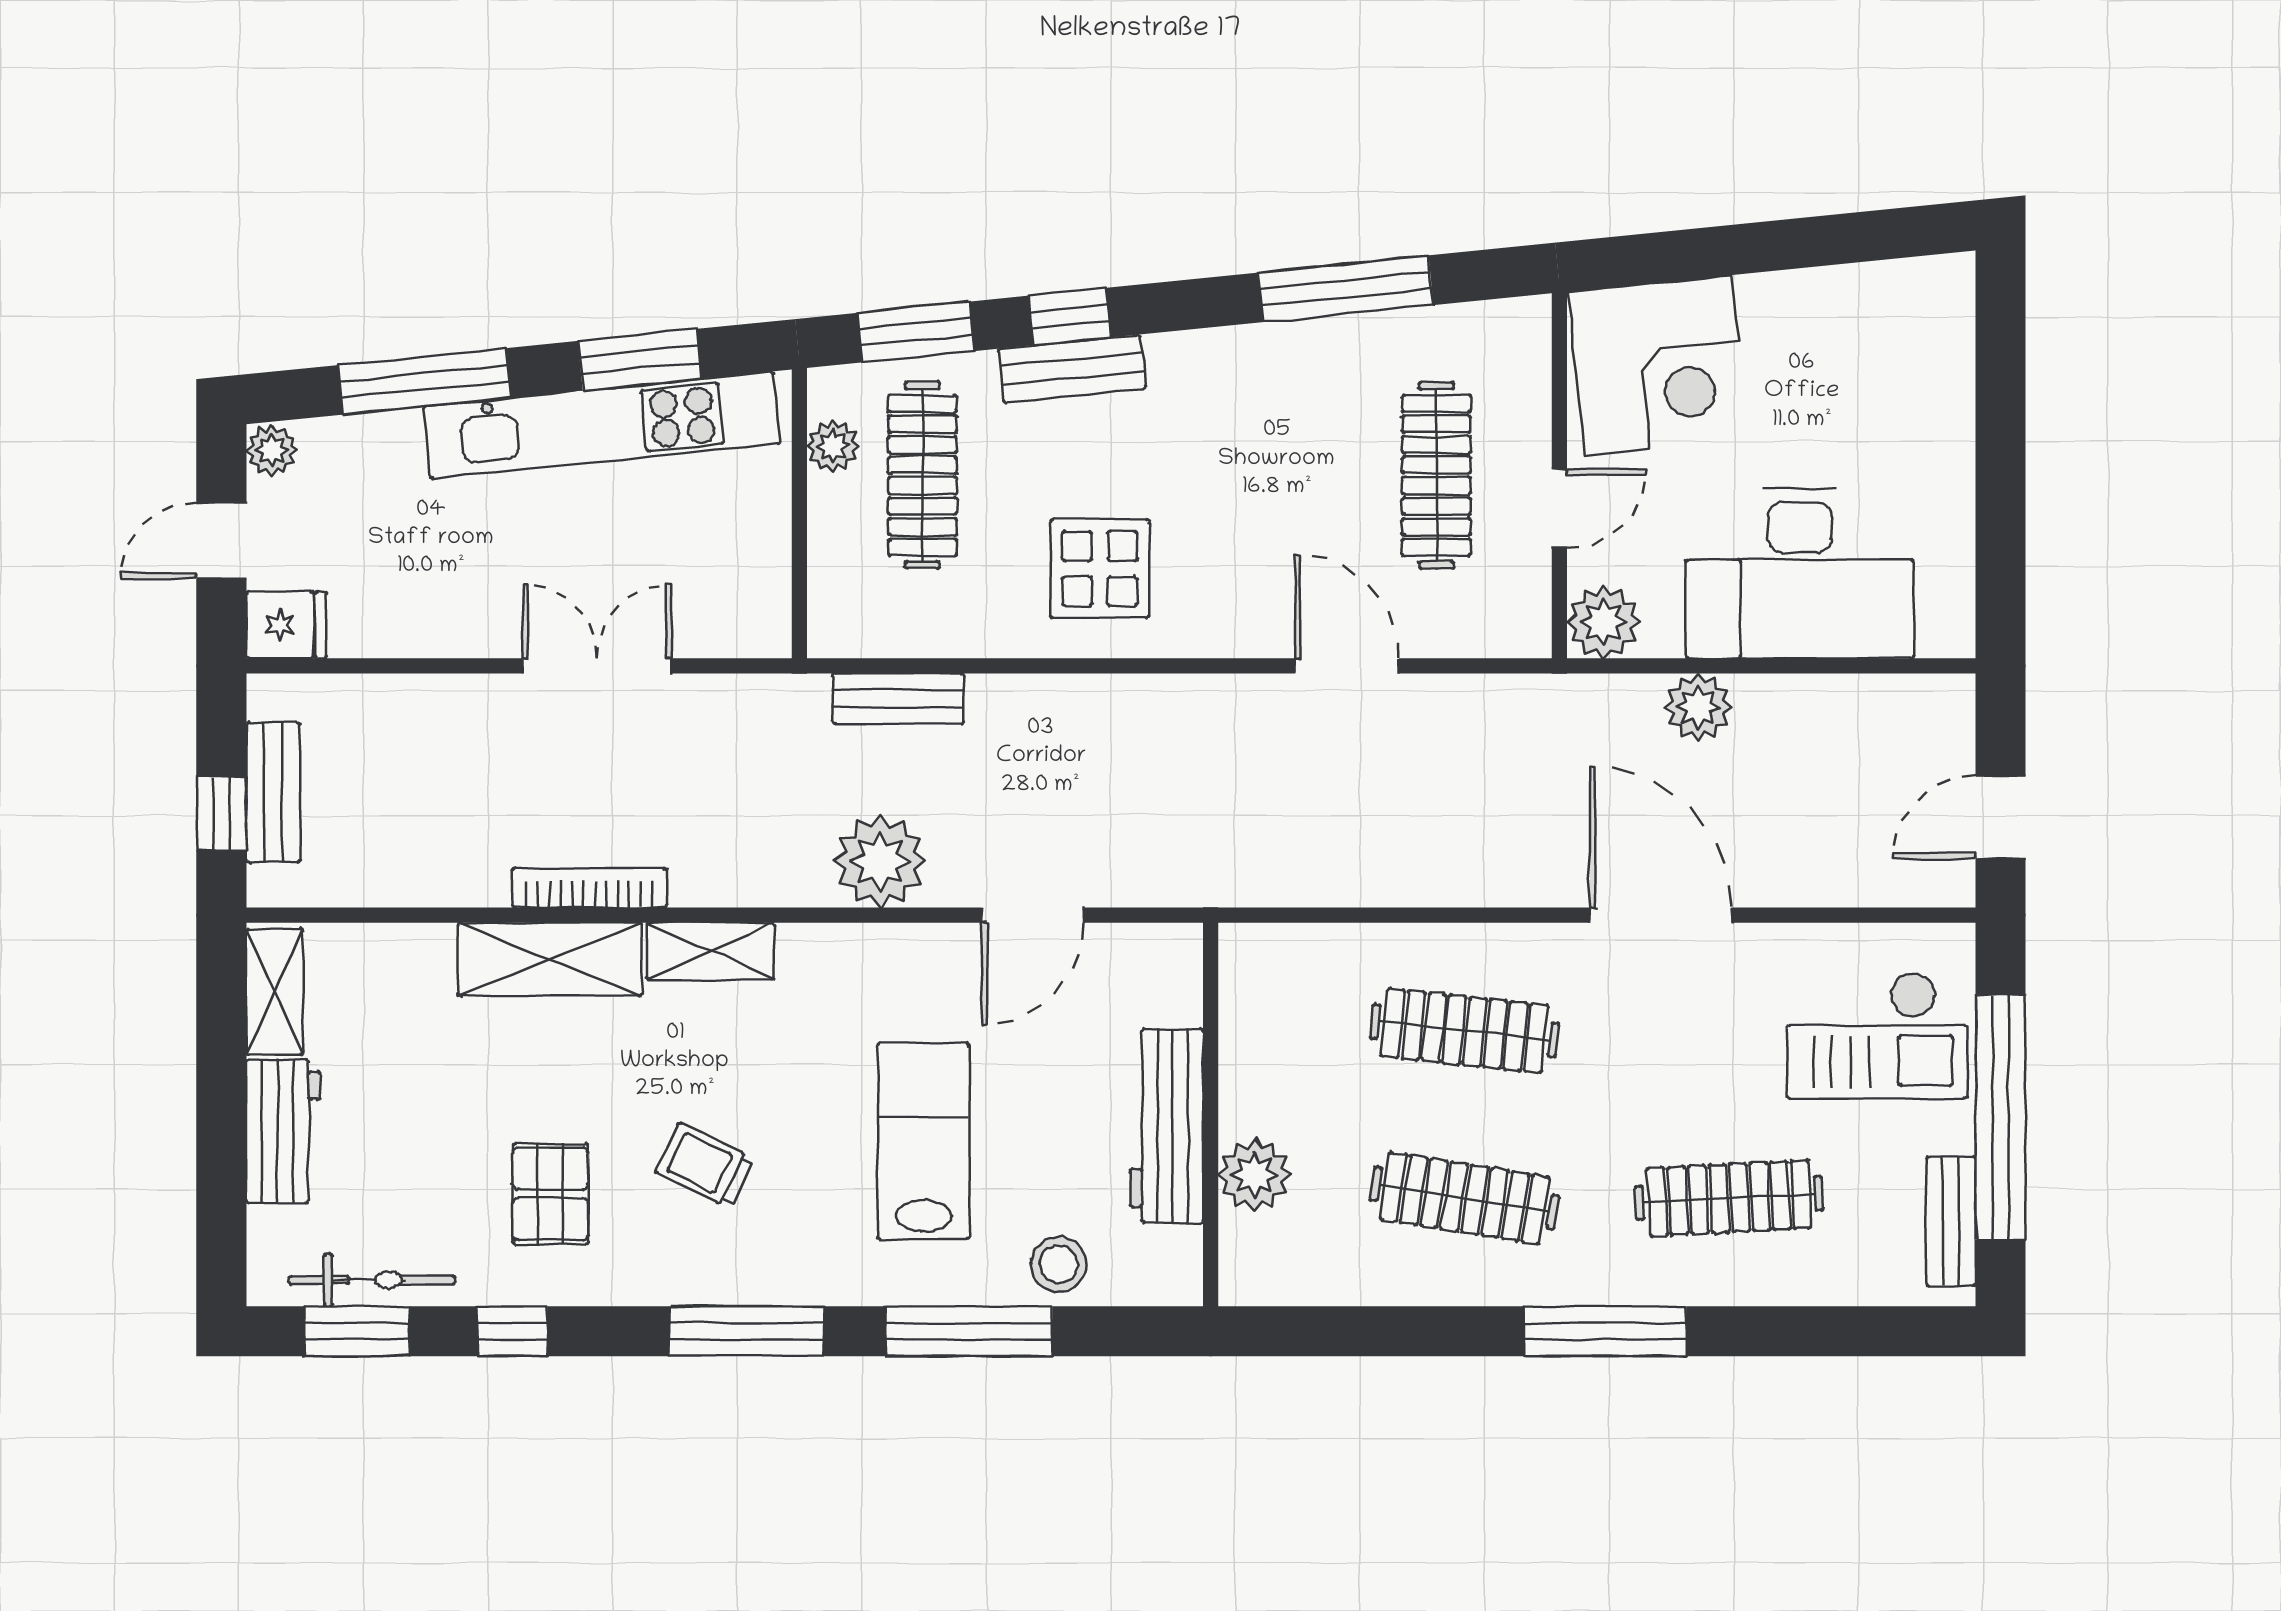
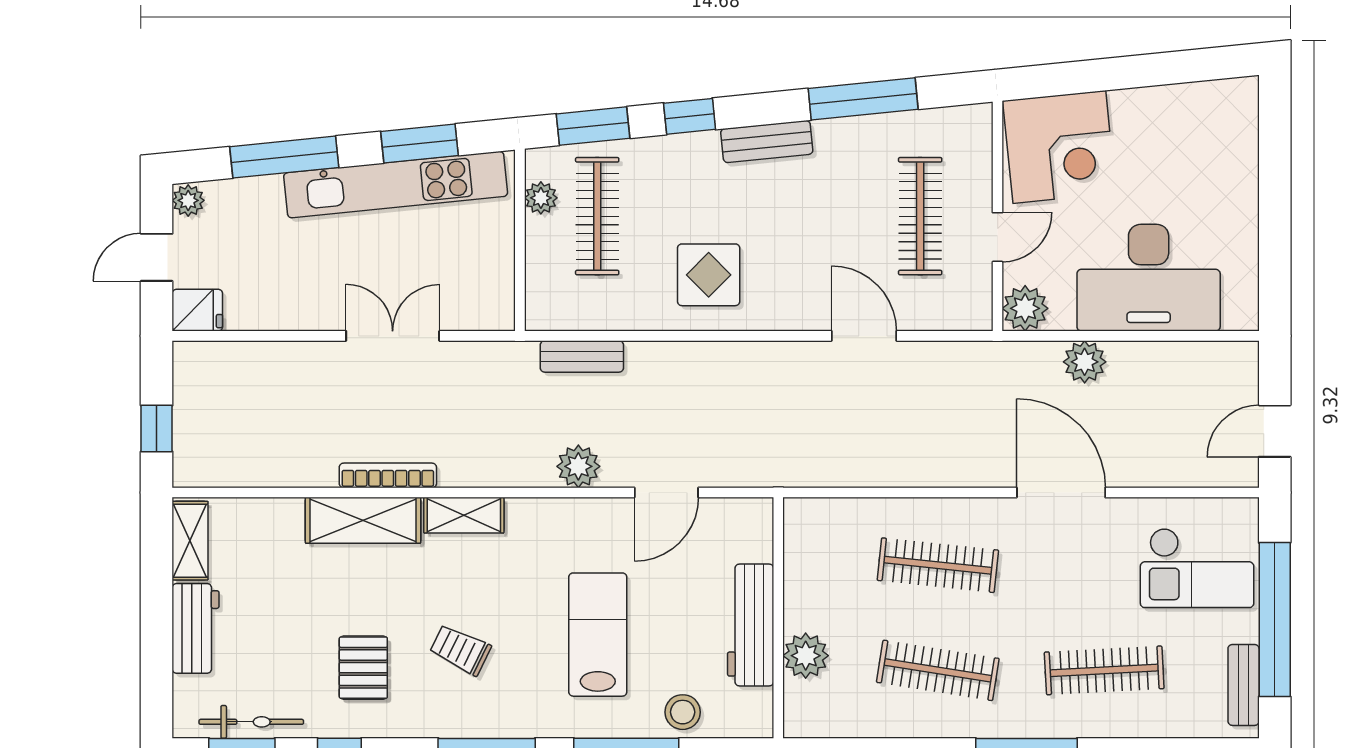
bench: (1072, 369) -> (767, 142), moved
bench: (273, 792) -> (189, 415), removed
plant: (880, 861) -> (578, 466), width x0.73, depth x0.73

